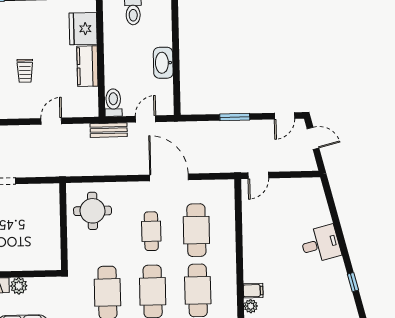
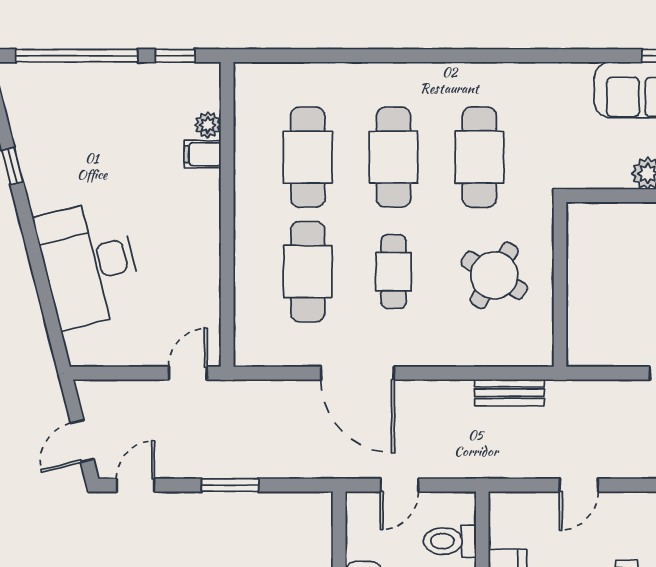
toilet: (113, 103) -> (450, 541), moved, turned 90
bench: (109, 130) -> (510, 393), moved
door: (313, 138) -> (82, 441), hinge flipped
round table: (93, 211) -> (494, 275), moved, turned 31
desk: (321, 244) -> (89, 264), width x1.87, depth x1.30

